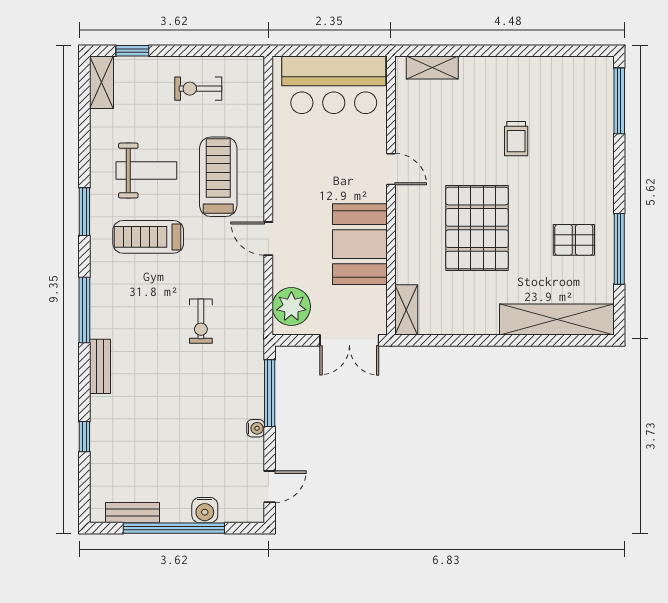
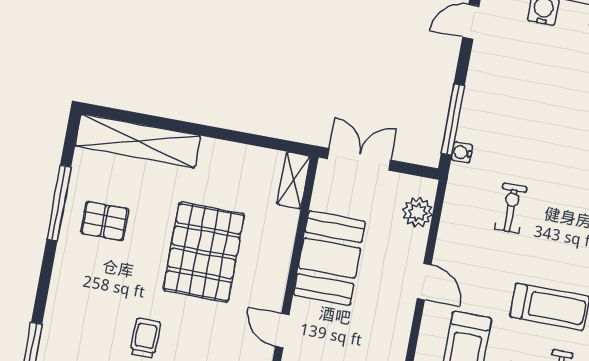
plant: (291, 307) -> (418, 212), width x0.73, depth x0.73
water cooler: (256, 428) -> (462, 152), moved

